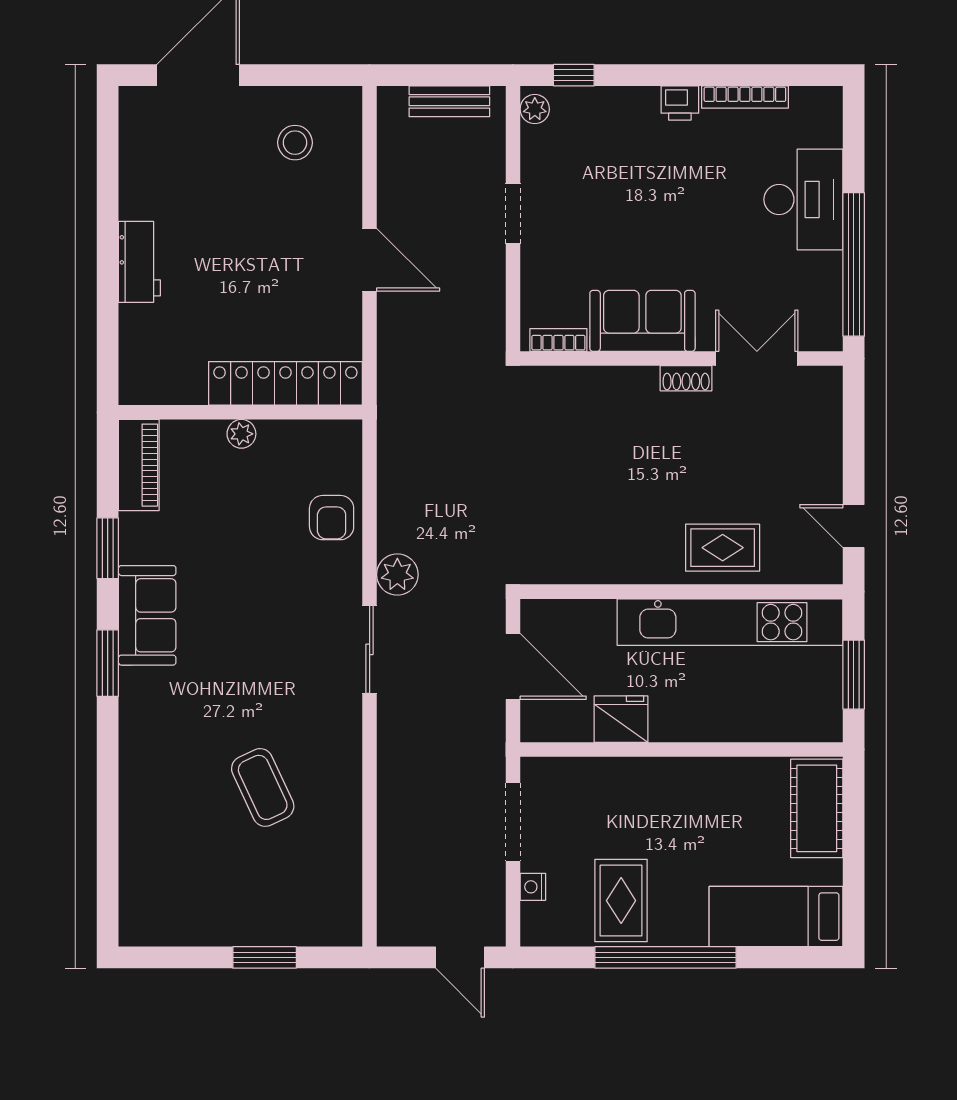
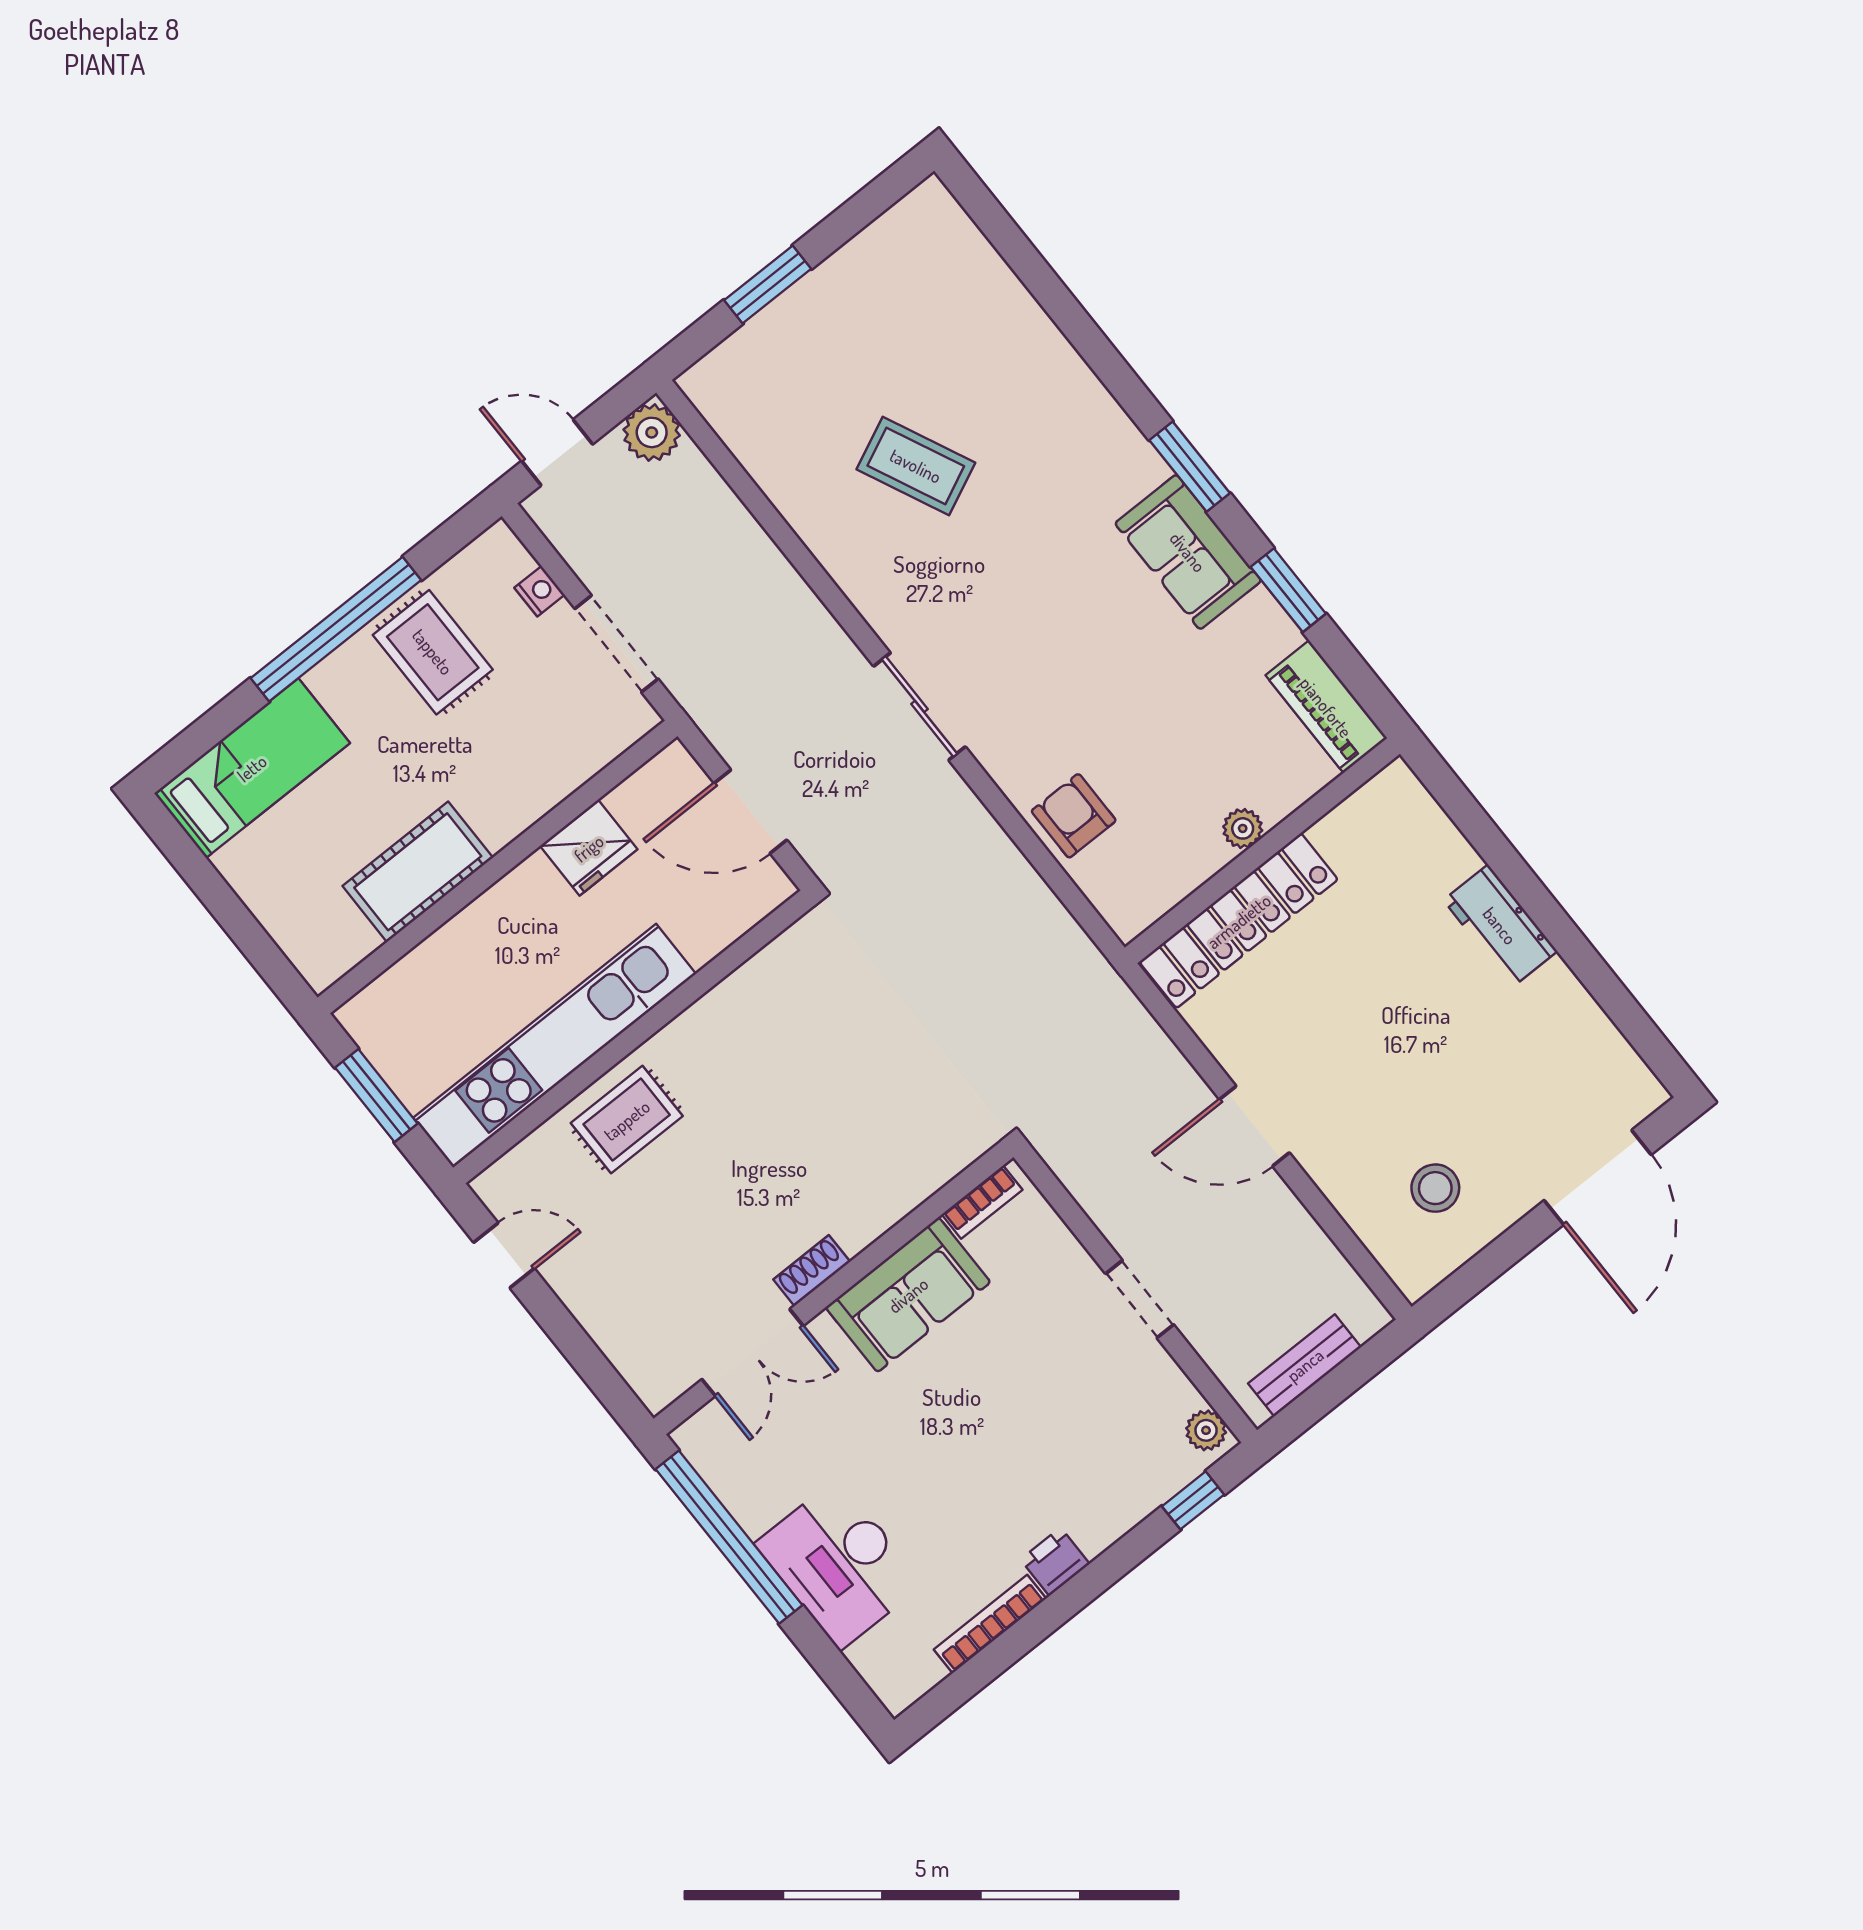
plant: (397, 575) -> (652, 432), moved
cot: (817, 808) -> (418, 872), moved, turned 90

